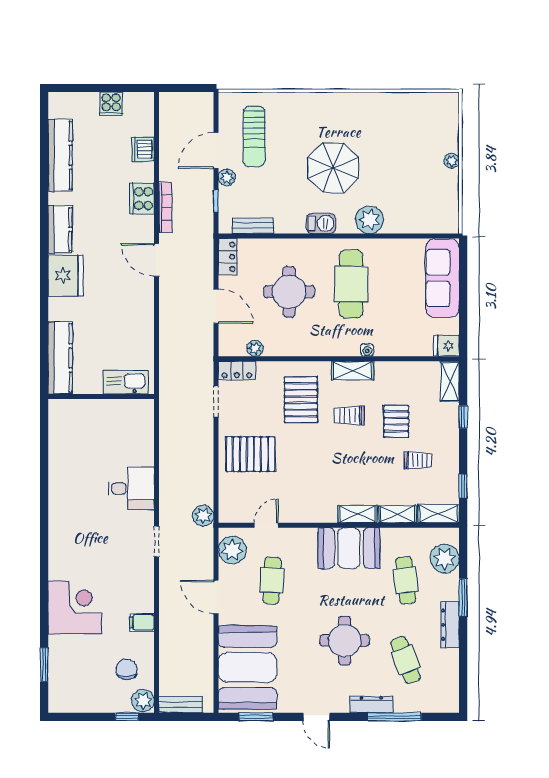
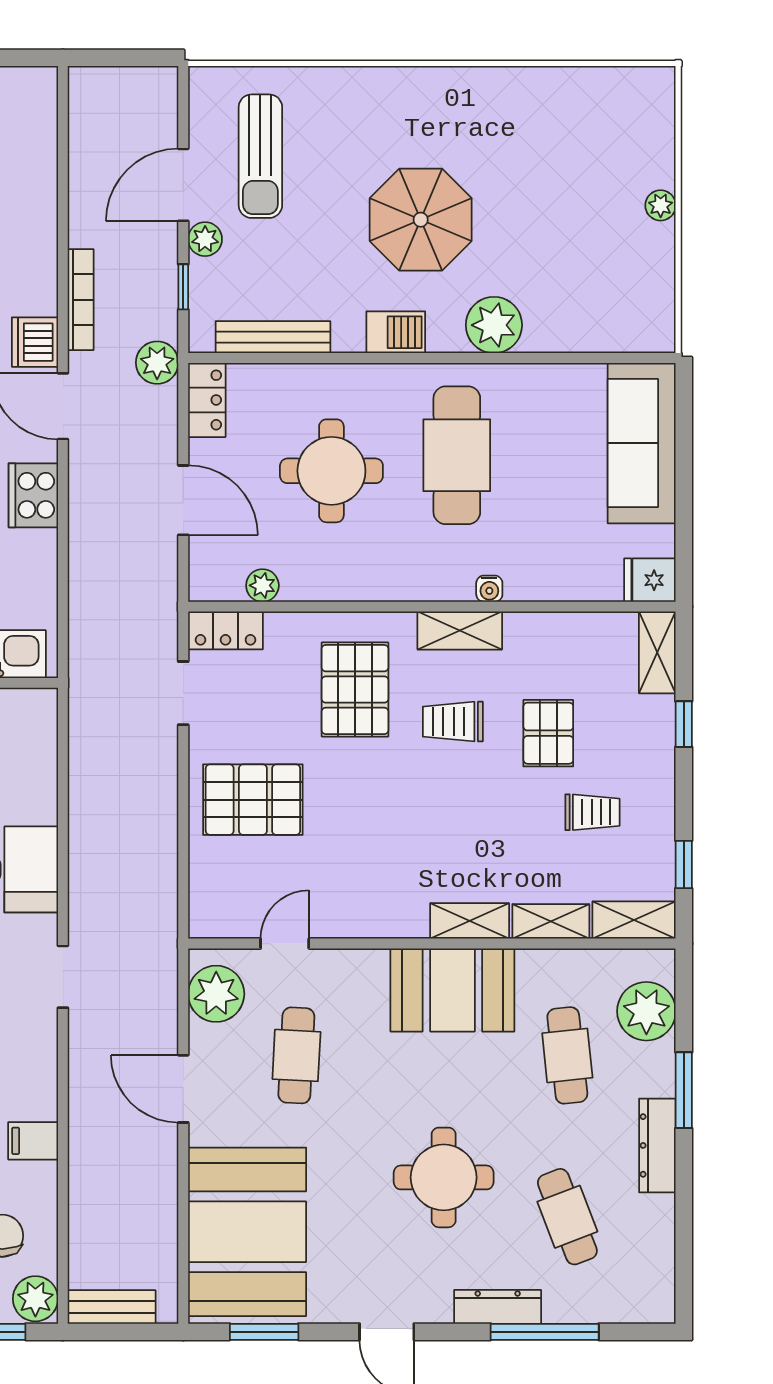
dishwasher: (143, 149) -> (35, 342), moved
cooker: (142, 199) -> (33, 495), moved
bench: (253, 226) -> (273, 337), width x1.36
plant: (203, 516) -> (157, 363), moved

